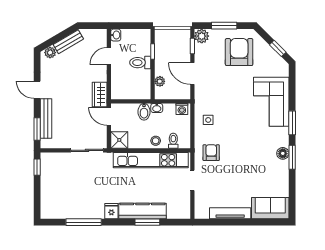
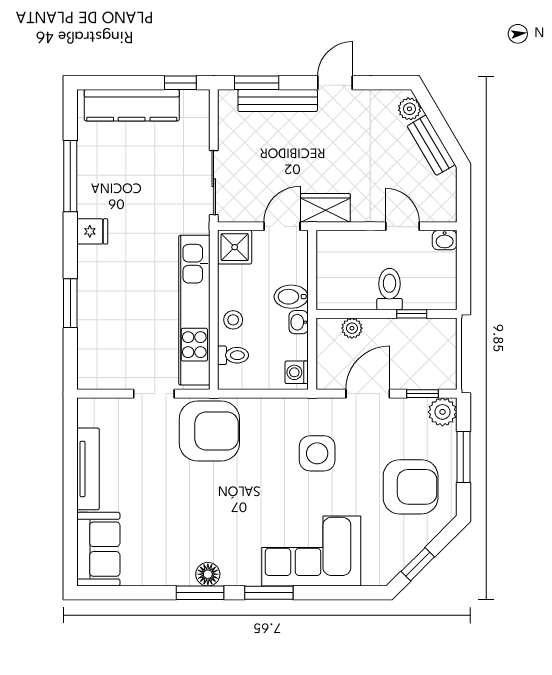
side table: (208, 120) -> (317, 453), moved, width x1.87, depth x1.87
armchair: (211, 153) -> (209, 431), width x1.88, depth x1.88
kitchen counter: (143, 211) -> (132, 105), moved, turned 90

